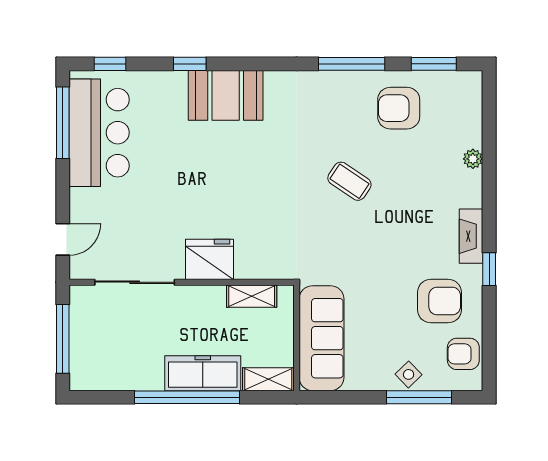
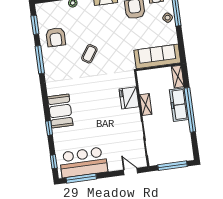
fridge: (210, 259) -> (129, 98), moved
shelving: (252, 296) -> (146, 105), moved

